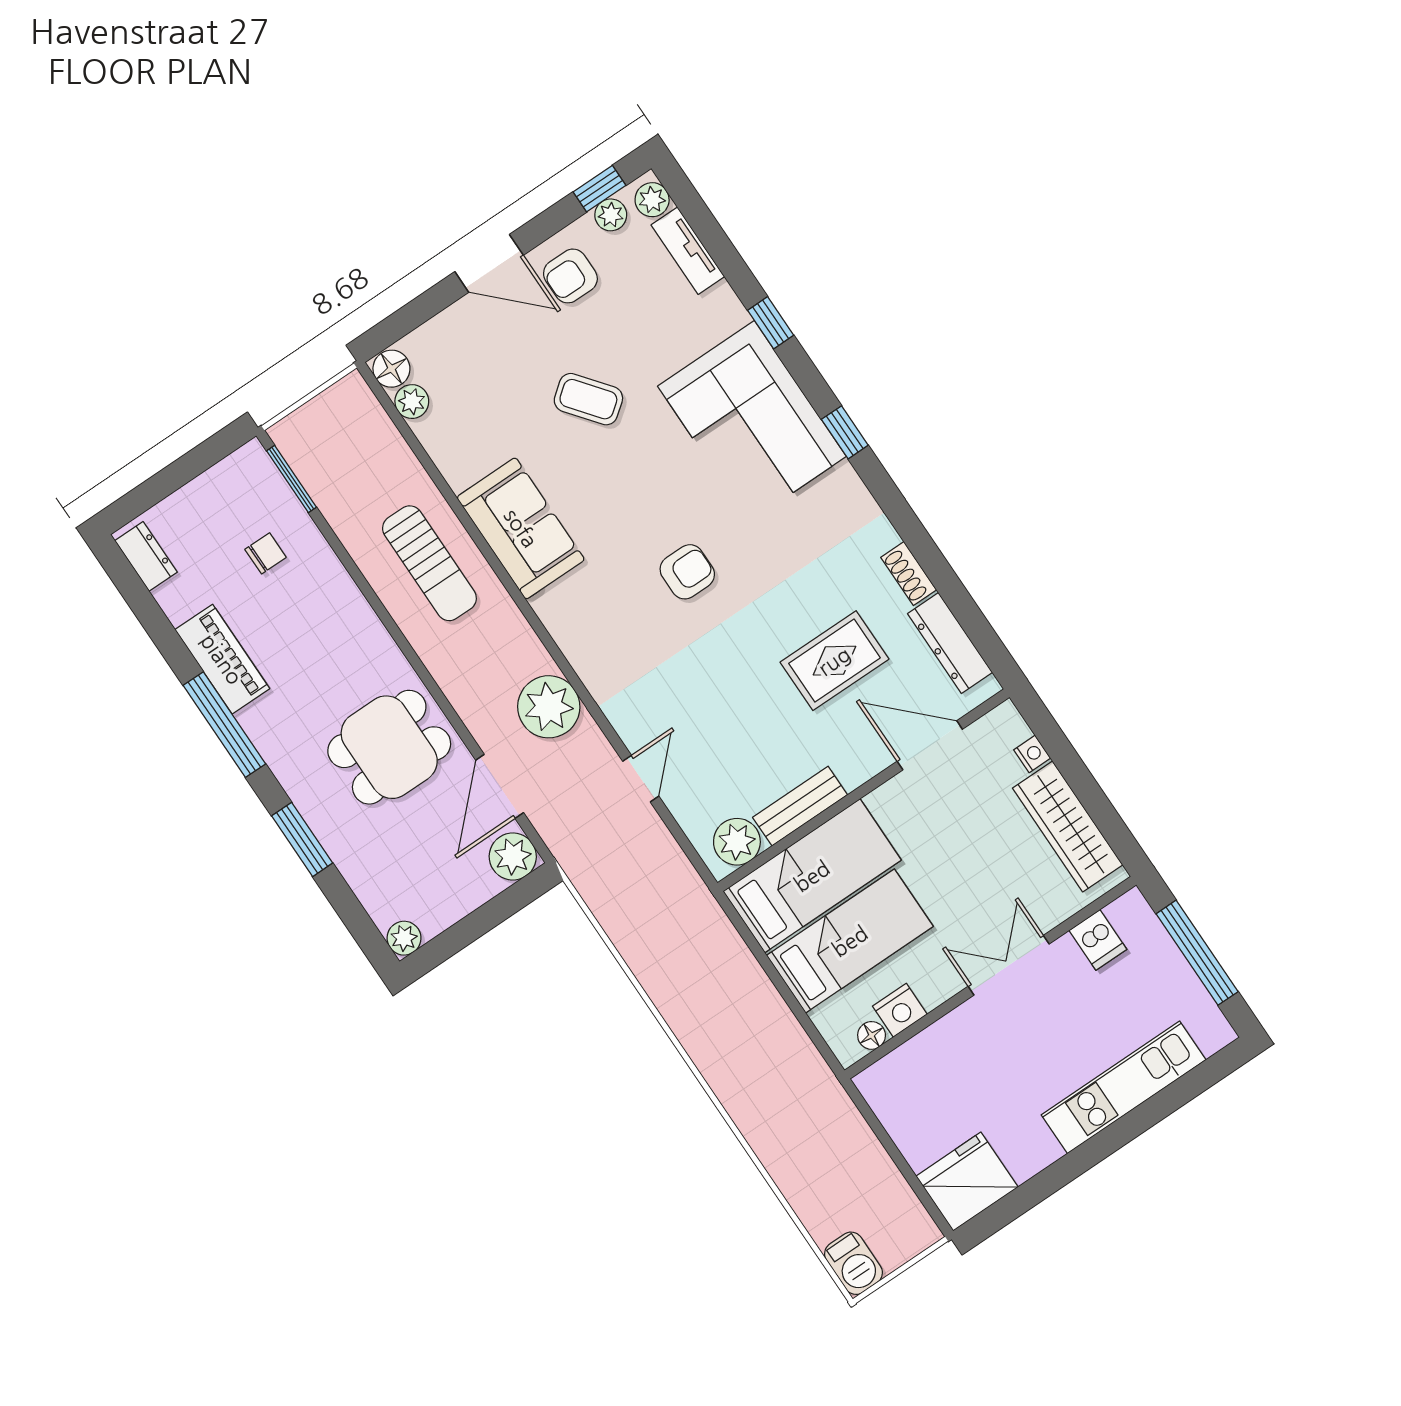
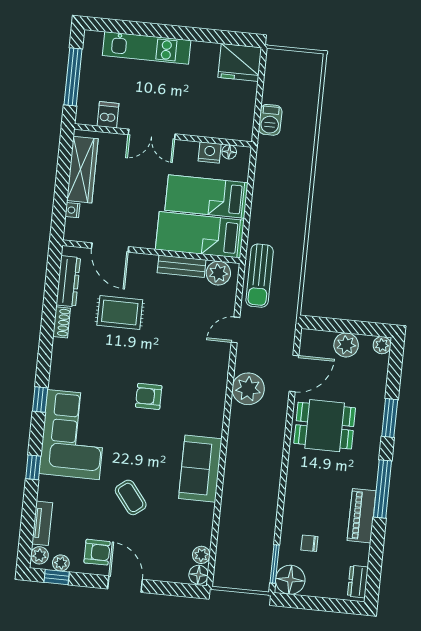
floor lamp: (249, 475) -> (290, 580), added
sun lounger: (429, 563) -> (260, 276), moved, turned 180
plant: (513, 857) -> (346, 345), moved
barbecue: (854, 1263) -> (270, 120), moved, turned 180

